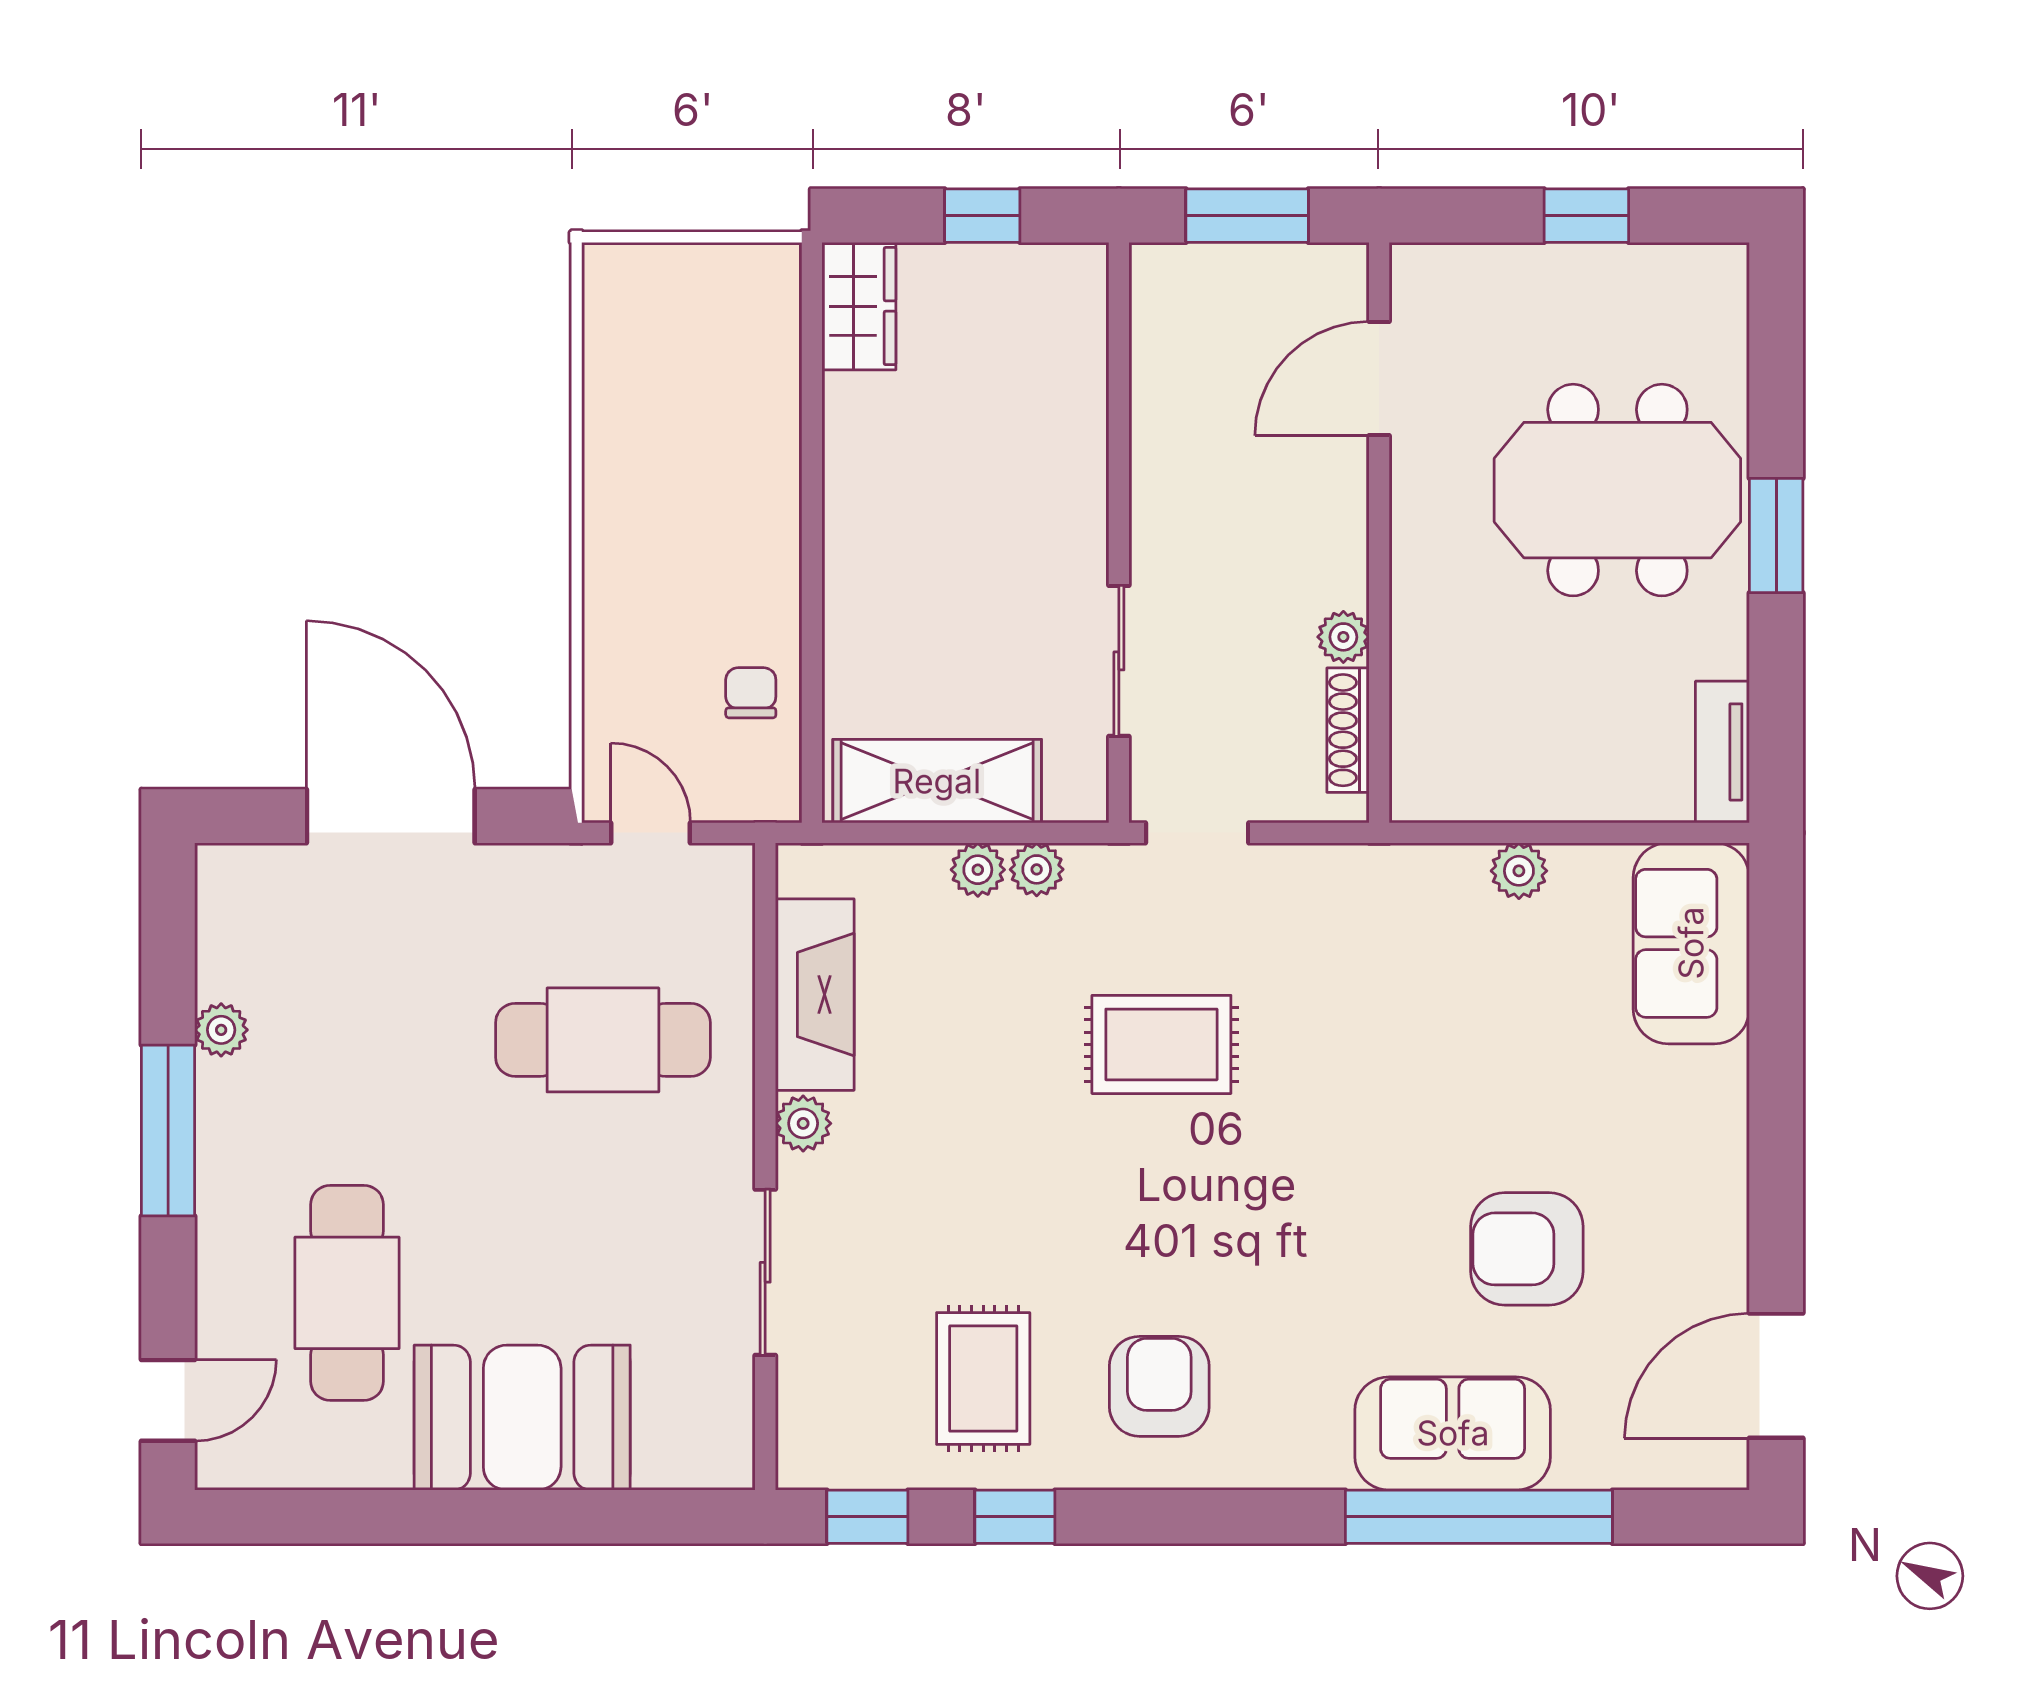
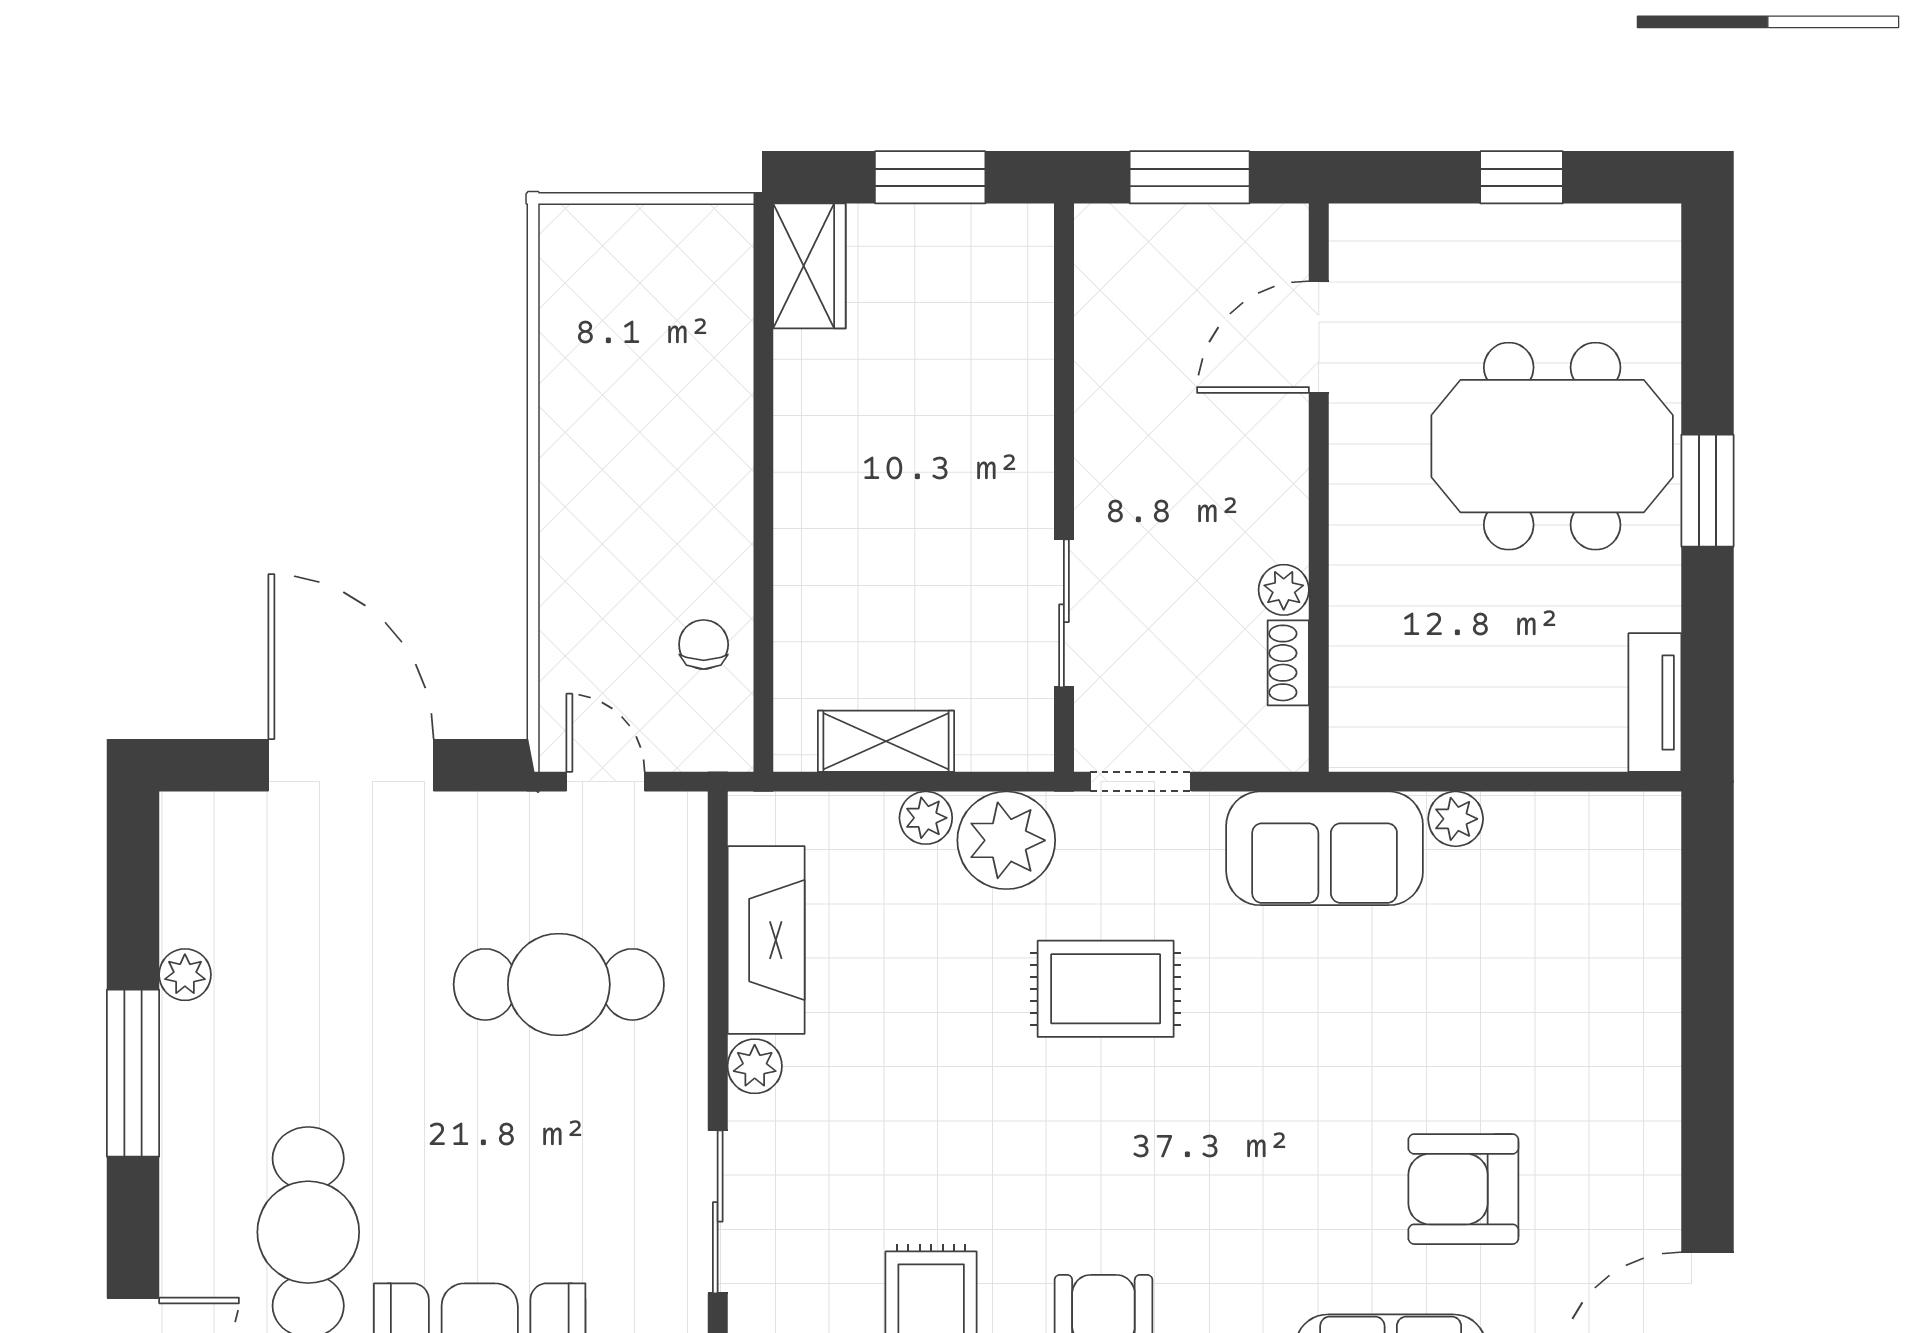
window: (982, 216) -> (930, 177), width x1.50
shoe rack: (1348, 730) -> (1288, 663), width x0.70
shelving: (937, 781) -> (886, 741), width x0.67, depth x0.75
plant: (1037, 869) -> (1006, 840), width x1.87, depth x1.87
sofa: (1691, 943) -> (1325, 848), moved, turned -90

